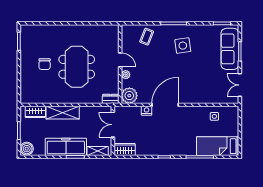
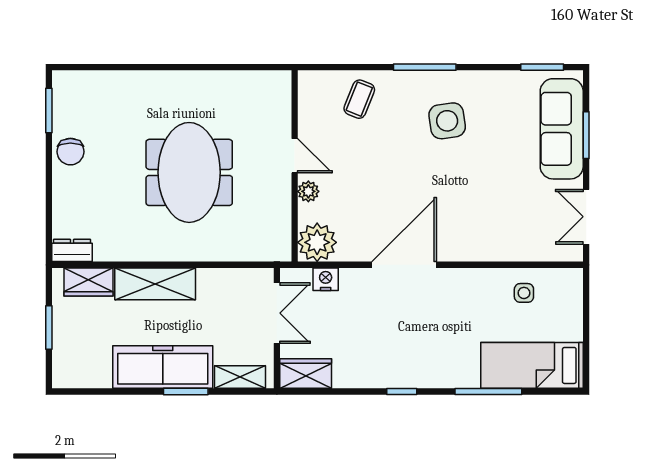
chair: (45, 64) -> (70, 152), moved
dresser: (111, 99) -> (72, 250), moved
nightstand: (147, 111) -> (326, 279), moved
double door: (113, 125) -> (277, 313), swing flipped
boiler: (27, 149) -> (68, 371), removed

